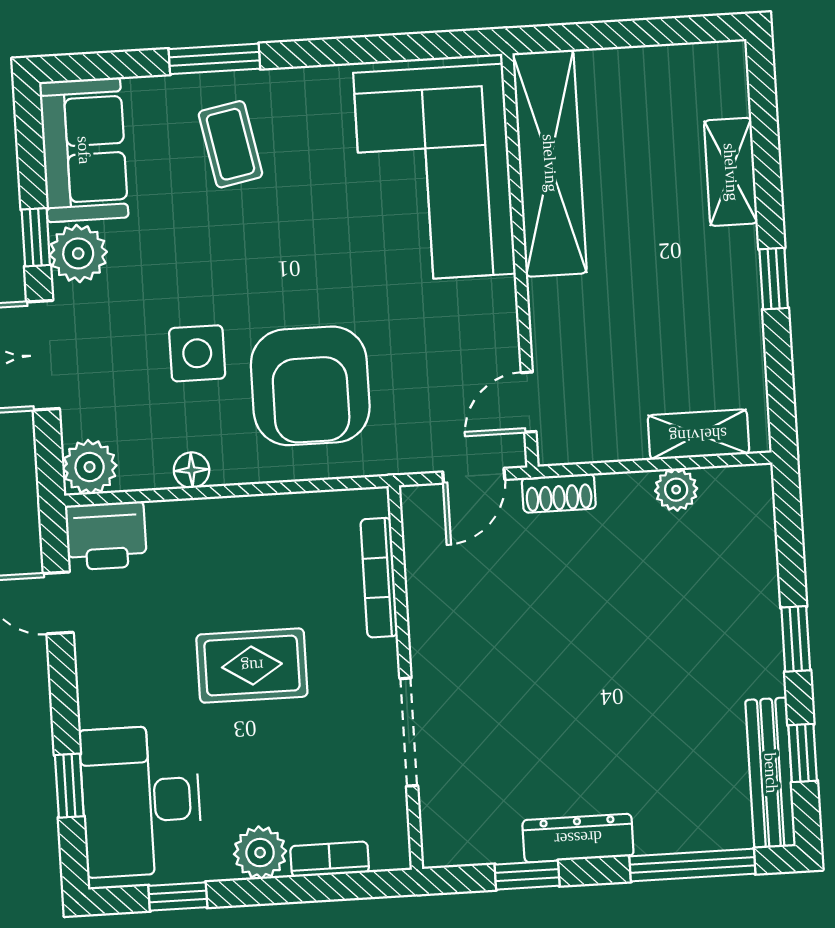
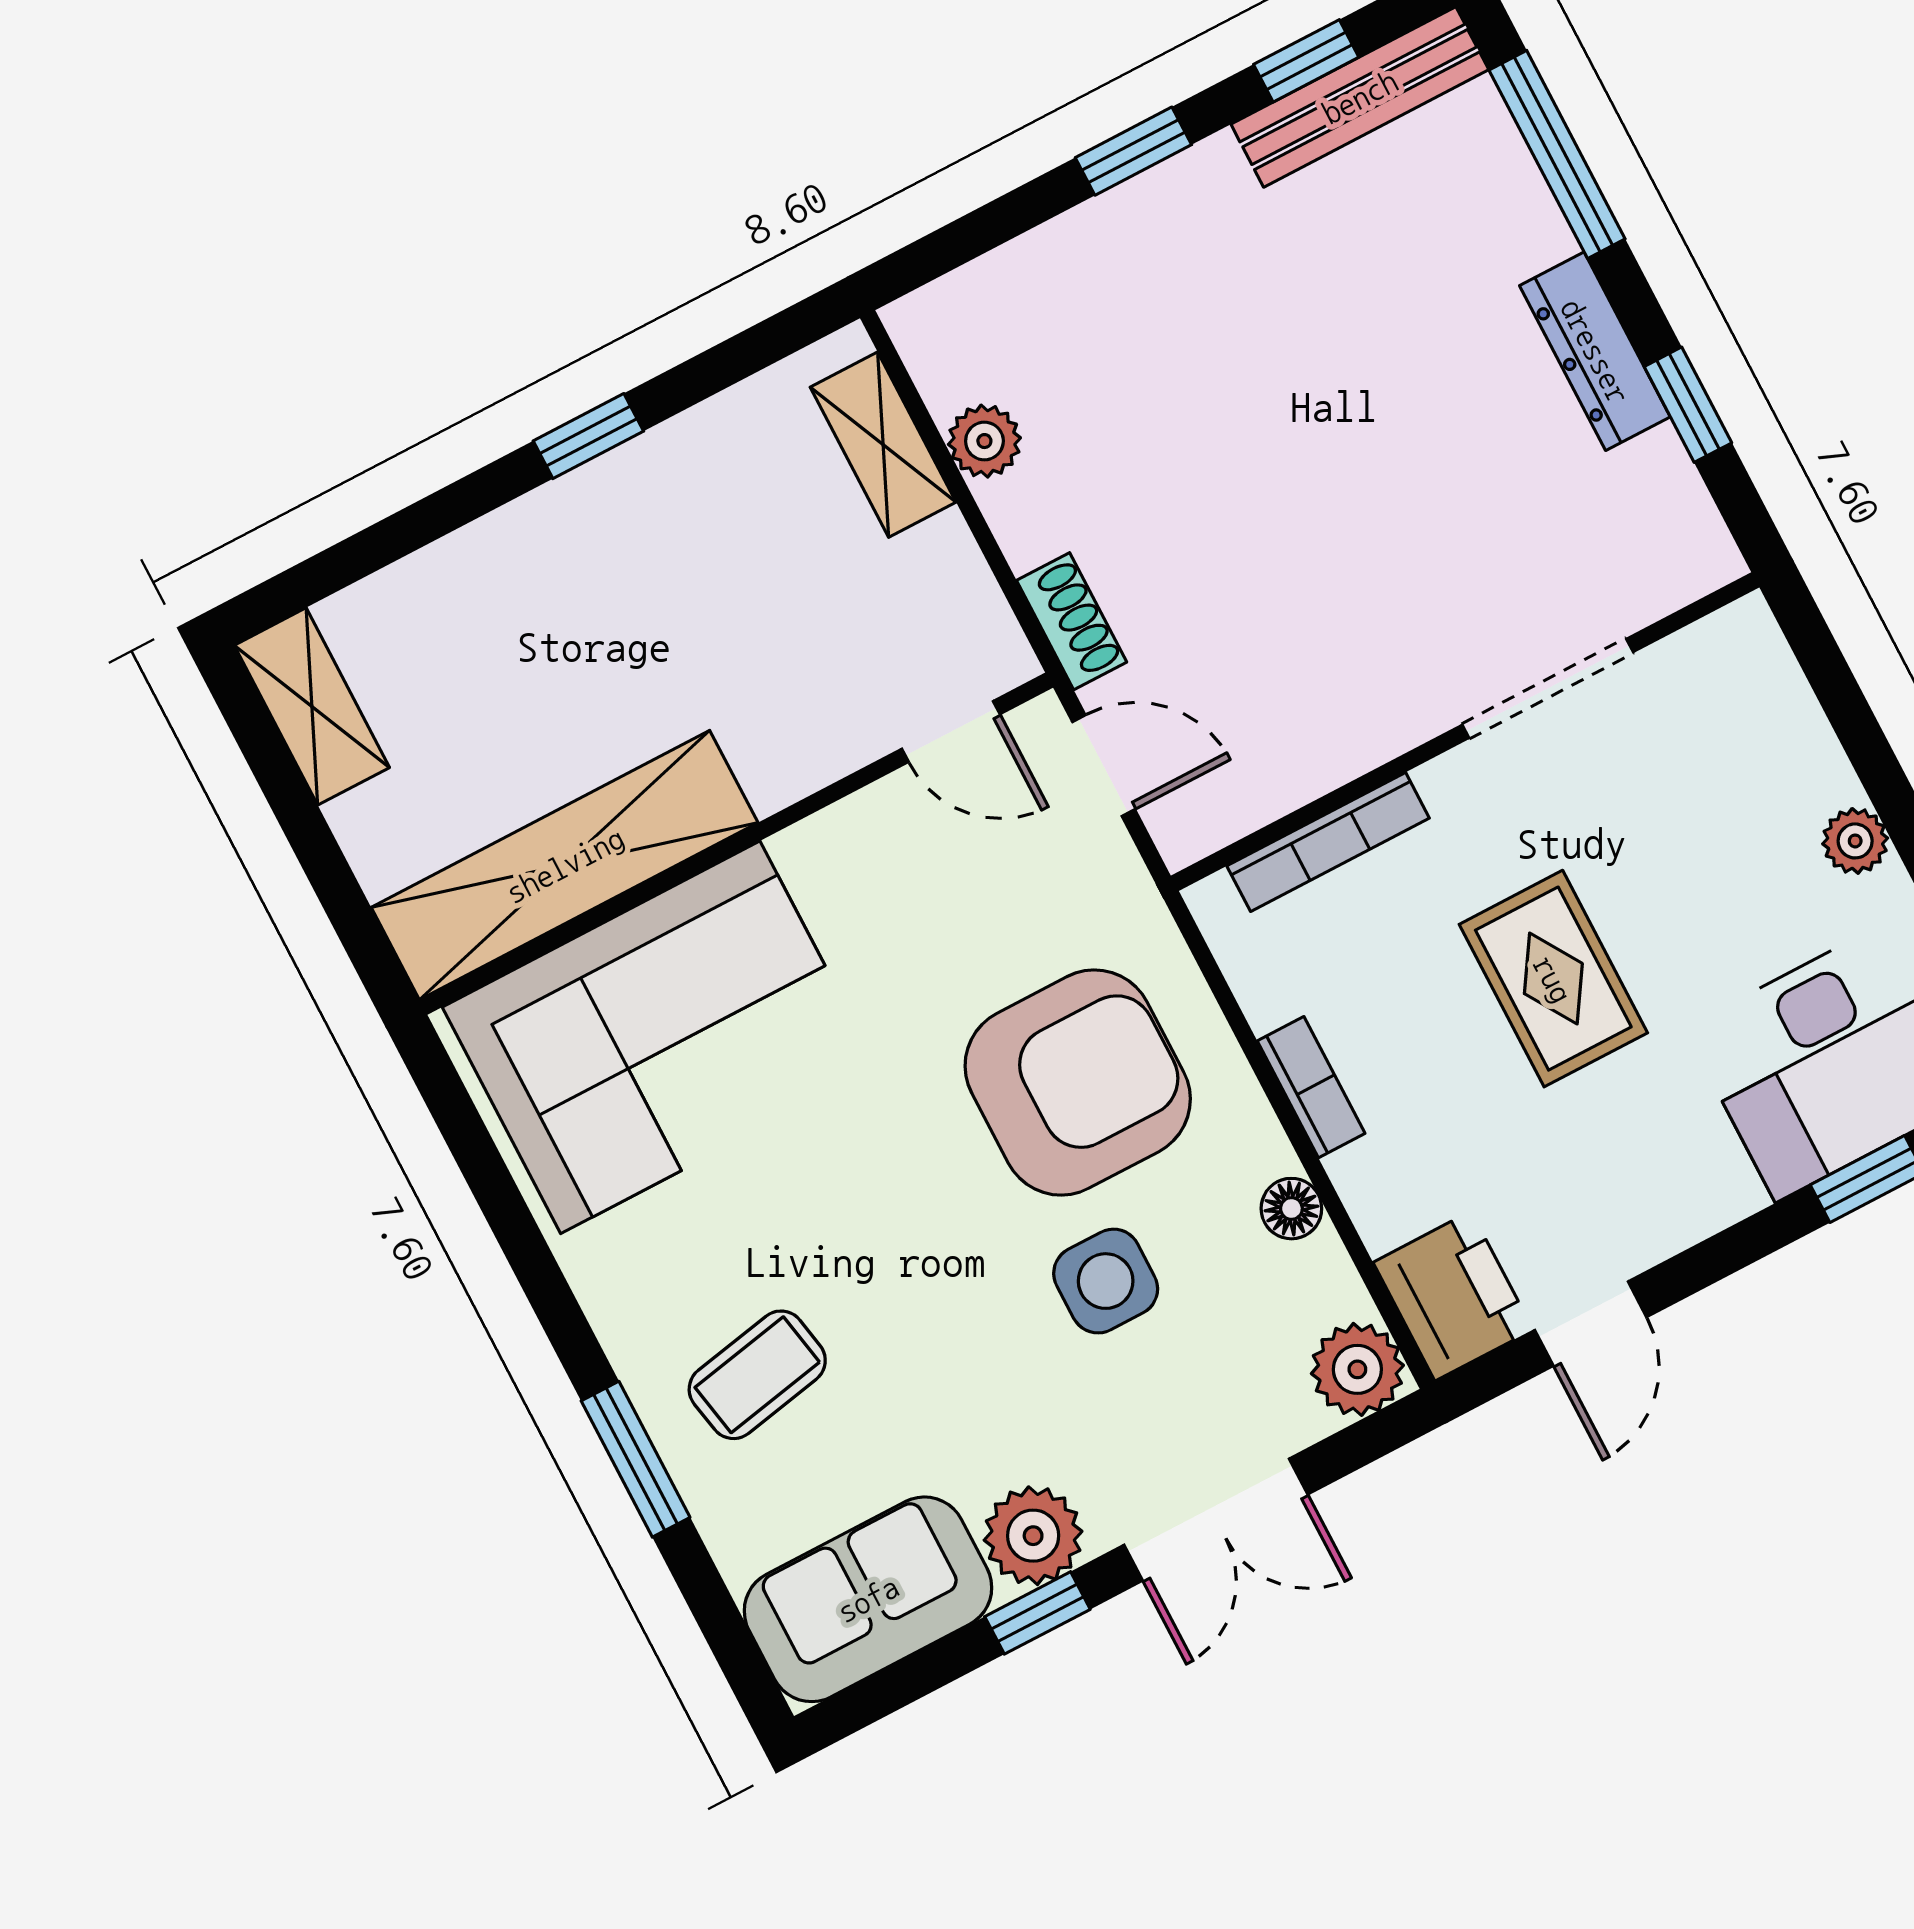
shelving: (731, 172) -> (312, 706), moved, turned 90
plant: (260, 853) -> (1855, 841), width x0.73, depth x0.73
bookcase: (330, 859) -> (1311, 1087), moved, turned 180

